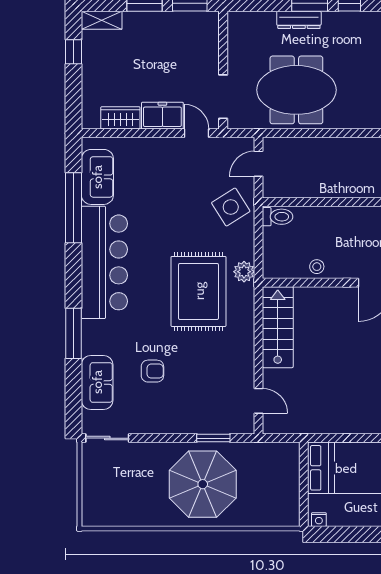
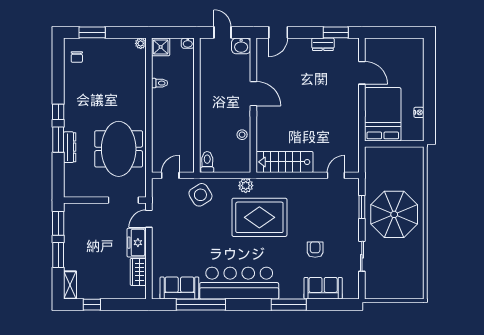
door: (258, 164) -> (170, 175), swing flipped
sliding door: (107, 438) -> (362, 256), moved
nightstand: (319, 520) -> (419, 112), moved

